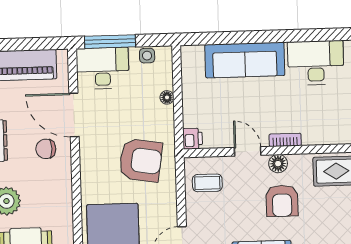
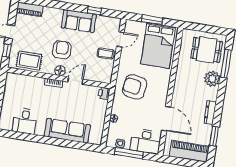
window: (110, 42) -> (129, 153), moved
desk: (316, 63) -> (25, 121), width x0.73
chair: (46, 149) -> (185, 103), removed
door: (248, 151) -> (75, 81), swing flipped
coffee table: (207, 183) -> (106, 53), moved

